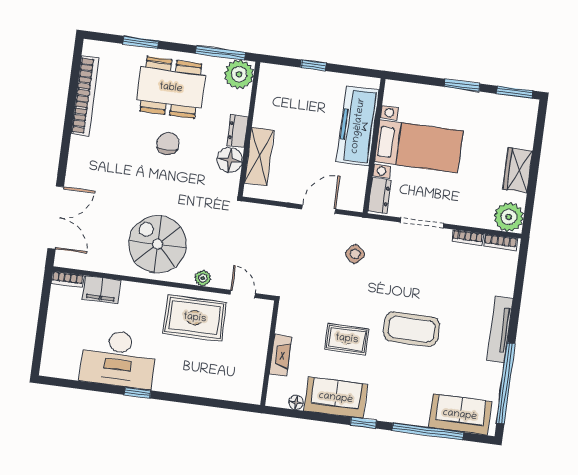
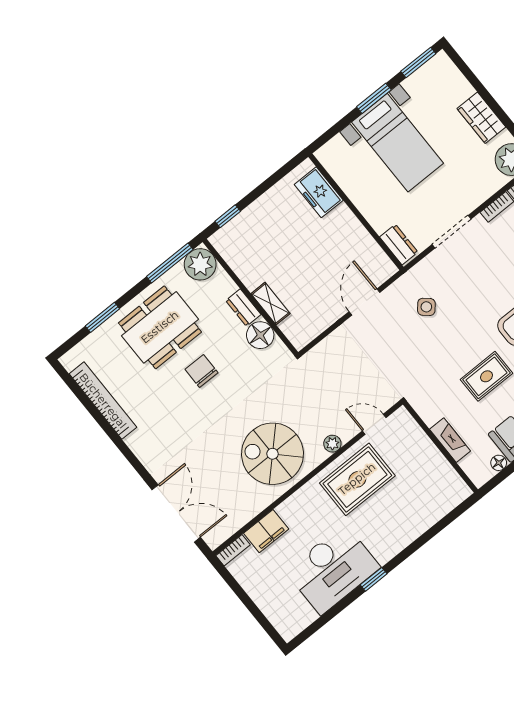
window: (313, 65) -> (228, 216), moved
freezer: (358, 126) -> (319, 192), width x0.52, depth x0.79
bed with nightstands: (419, 146) -> (398, 143), moved, turned 90
shelving: (259, 156) -> (270, 304), width x0.67, depth x0.75

